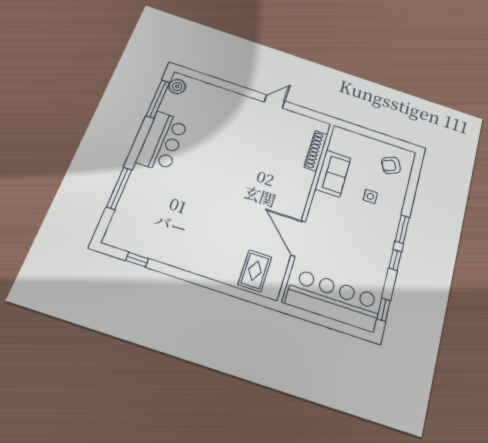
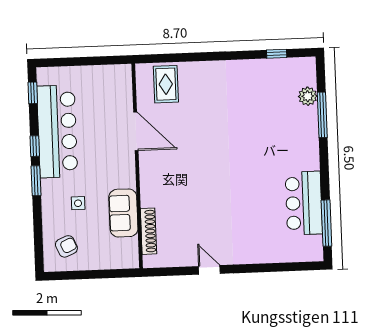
plant: (177, 87) -> (308, 96), moved
door: (275, 101) -> (209, 270), swing flipped
bar counter: (162, 142) -> (304, 203), moved
bar counter: (334, 300) -> (57, 131), moved, turned -90

